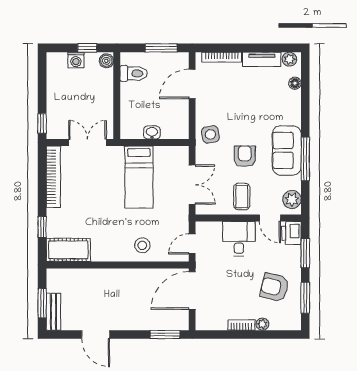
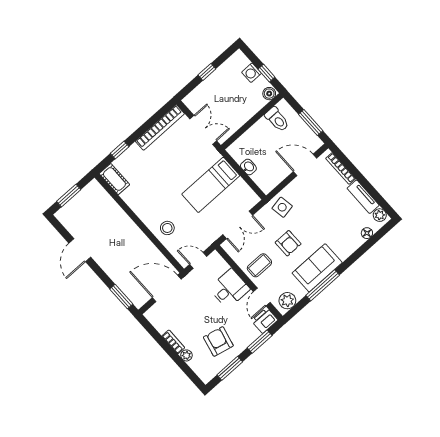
window: (42, 123) -> (207, 72), moved
armchair: (245, 156) -> (288, 243), turned 90
cot: (68, 250) -> (114, 179), width x0.73, depth x0.75
bench: (53, 312) -> (70, 208), removed

